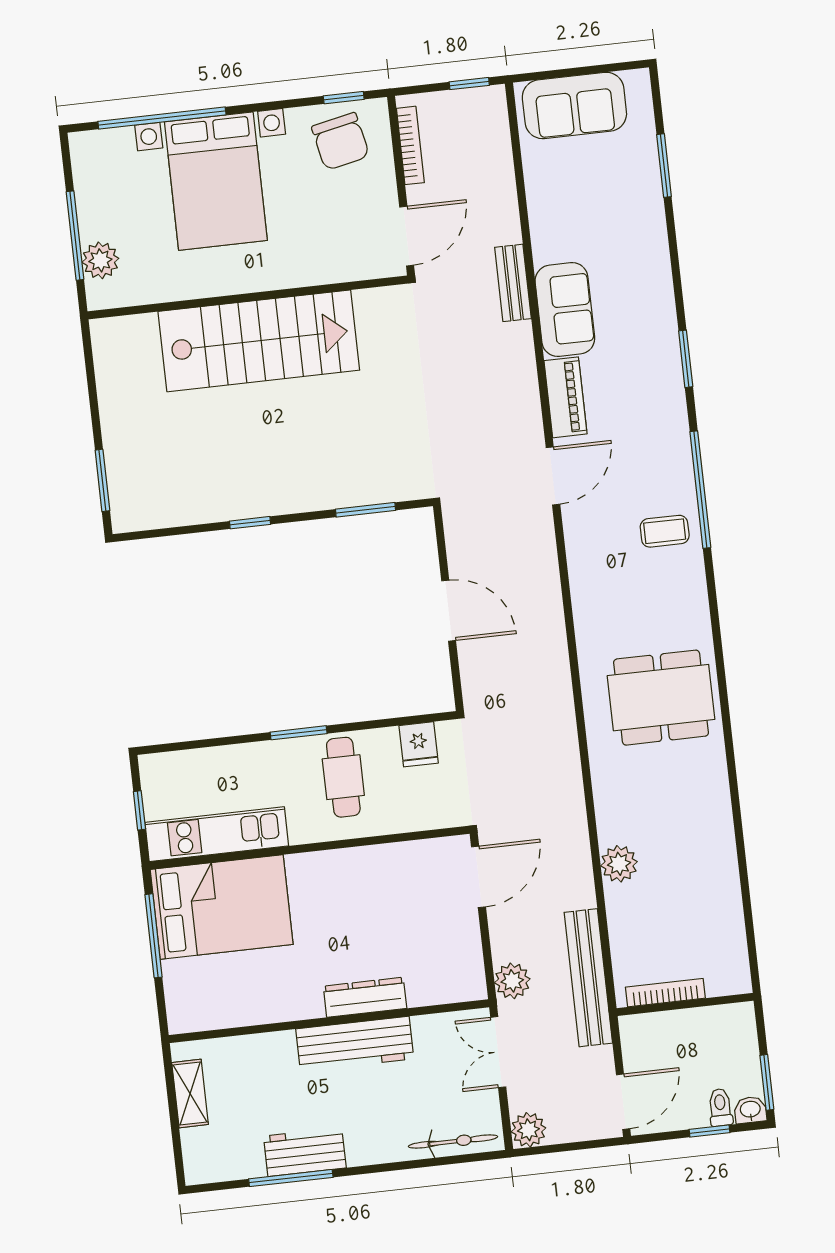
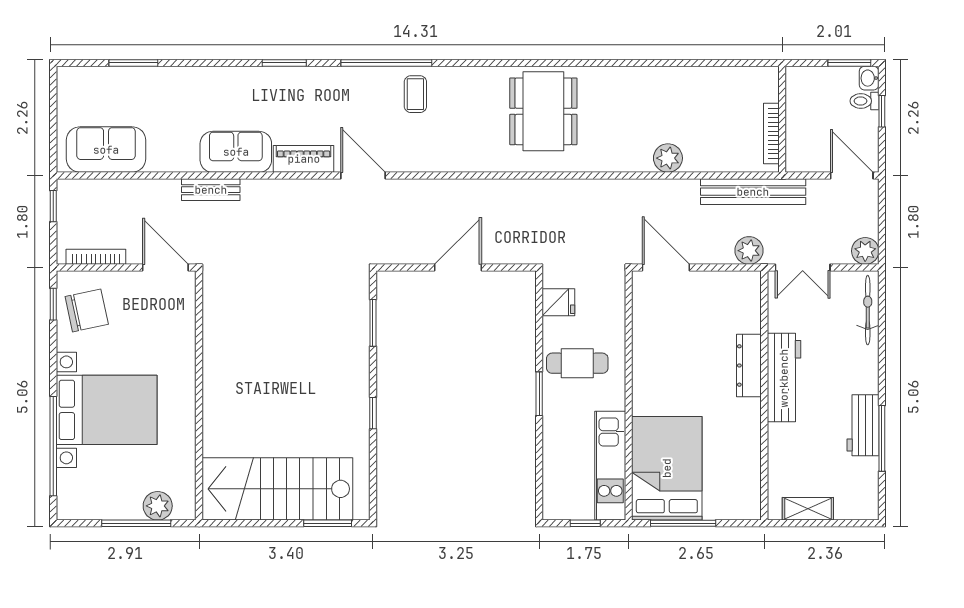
sofa: (574, 105) -> (106, 150), moved, turned -90
stairs: (259, 341) -> (277, 489), moved, turned -90

